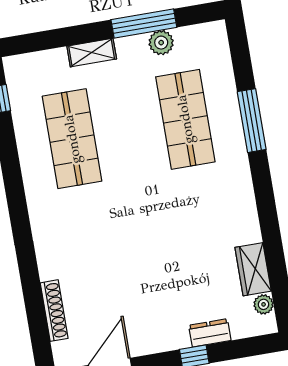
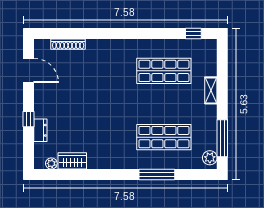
window: (144, 23) -> (222, 138), moved
plant: (161, 43) -> (210, 158), moved

